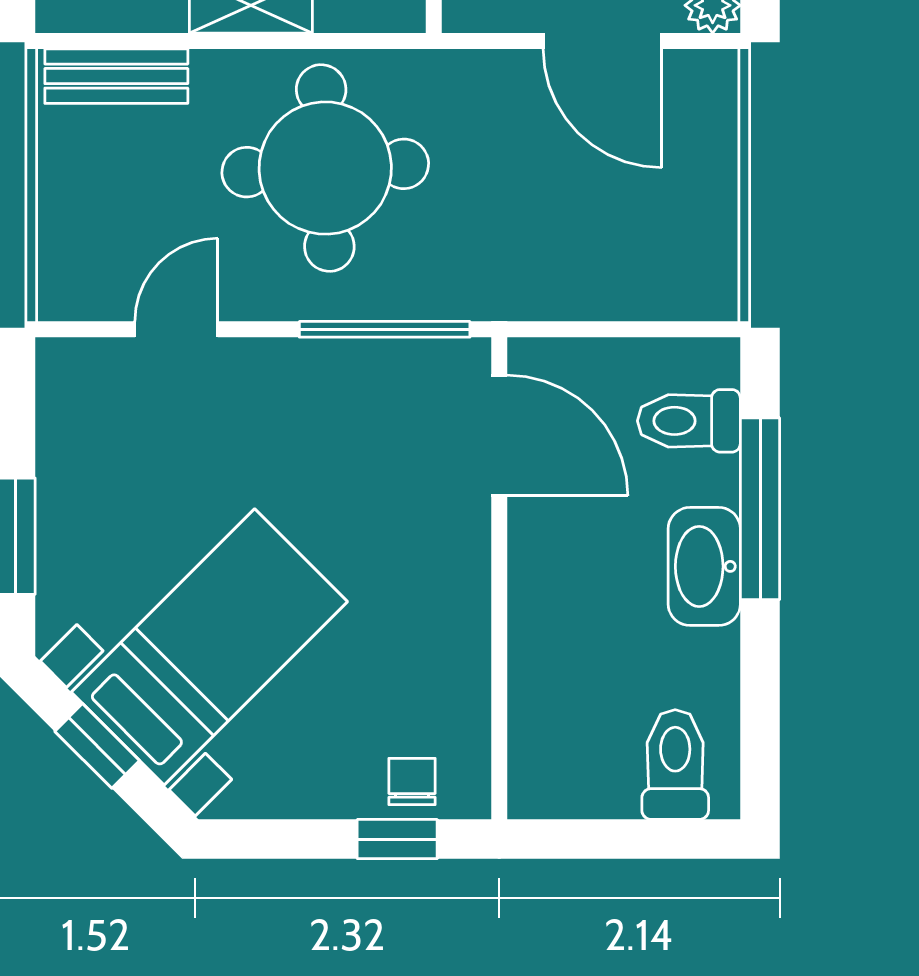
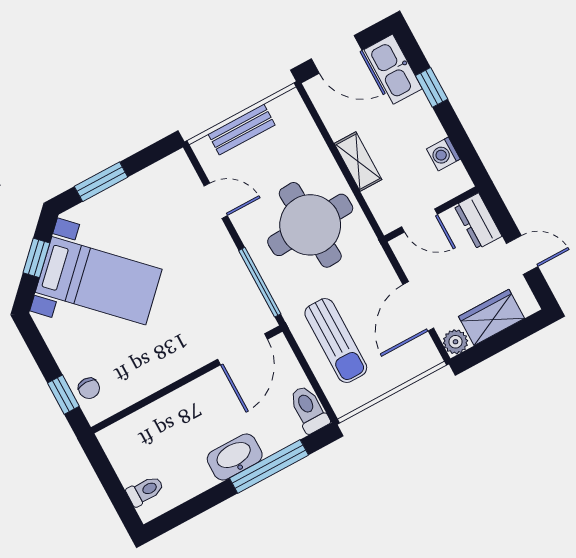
bench: (116, 76) -> (242, 129), moved, turned 90
sun lounger: (582, 241) -> (336, 341), added
toilet: (689, 421) -> (309, 409), moved
toilet: (675, 765) -> (145, 491), width x0.73, depth x0.72
chair: (412, 781) -> (89, 388), turned 90

